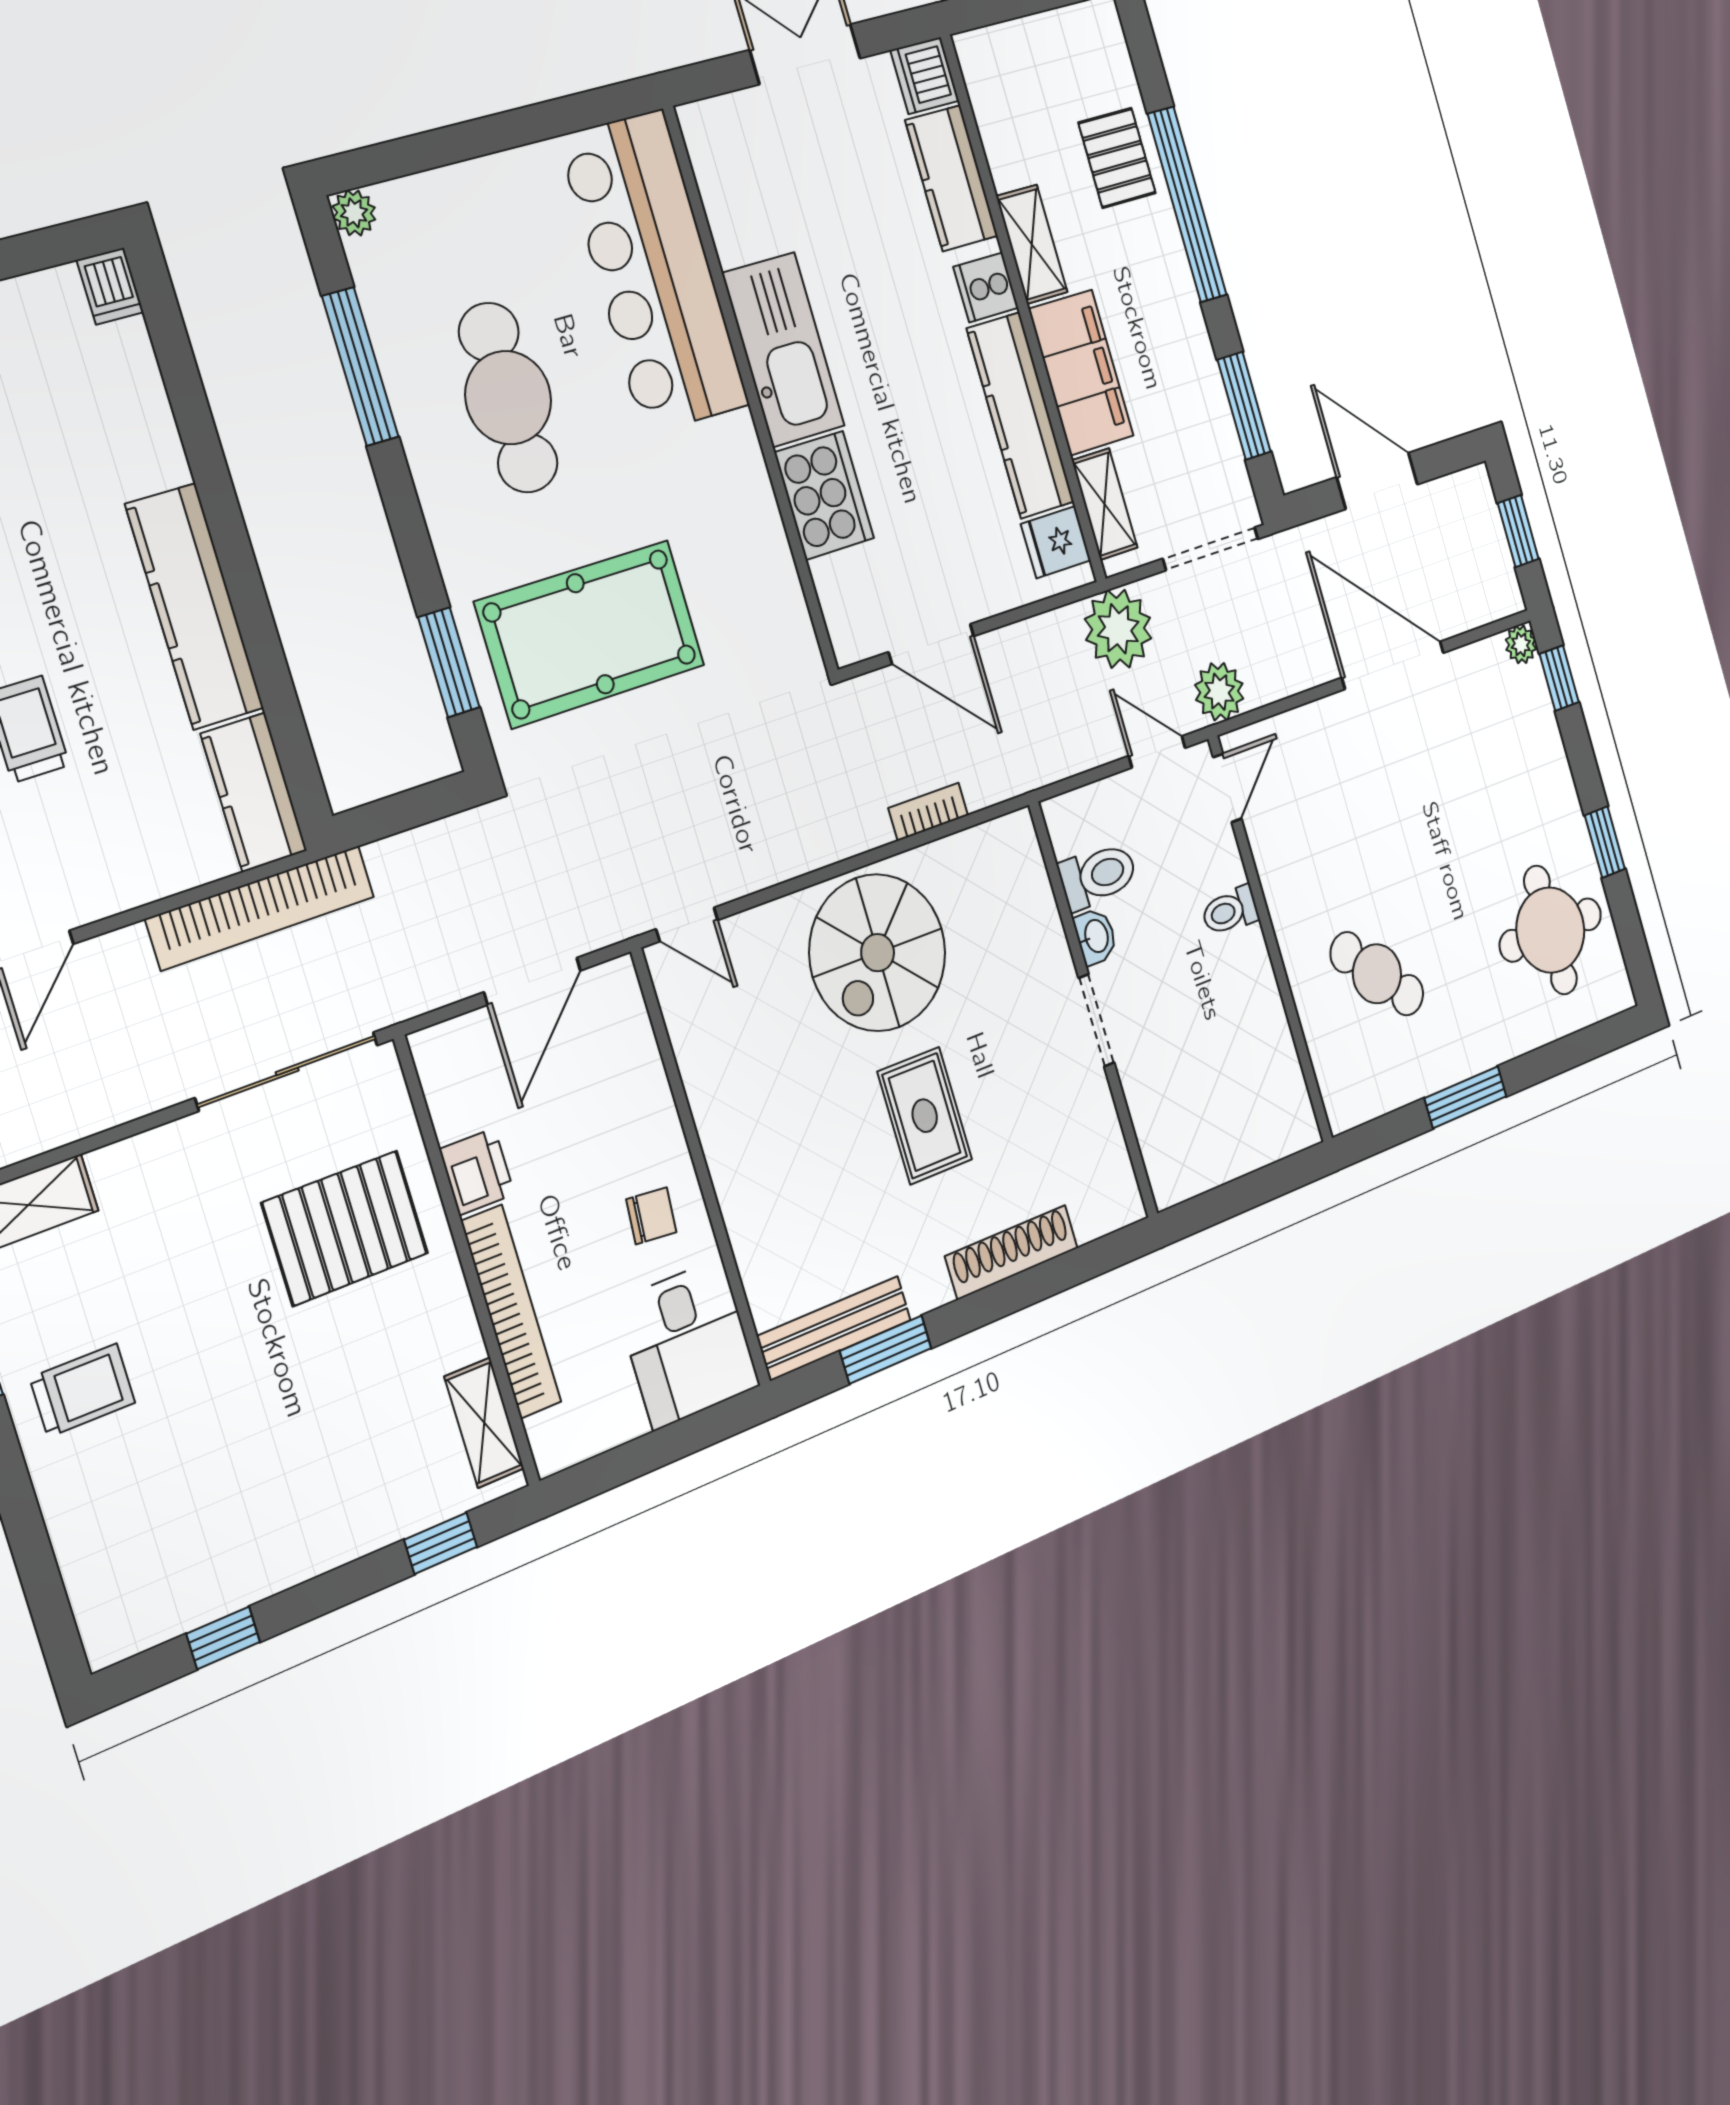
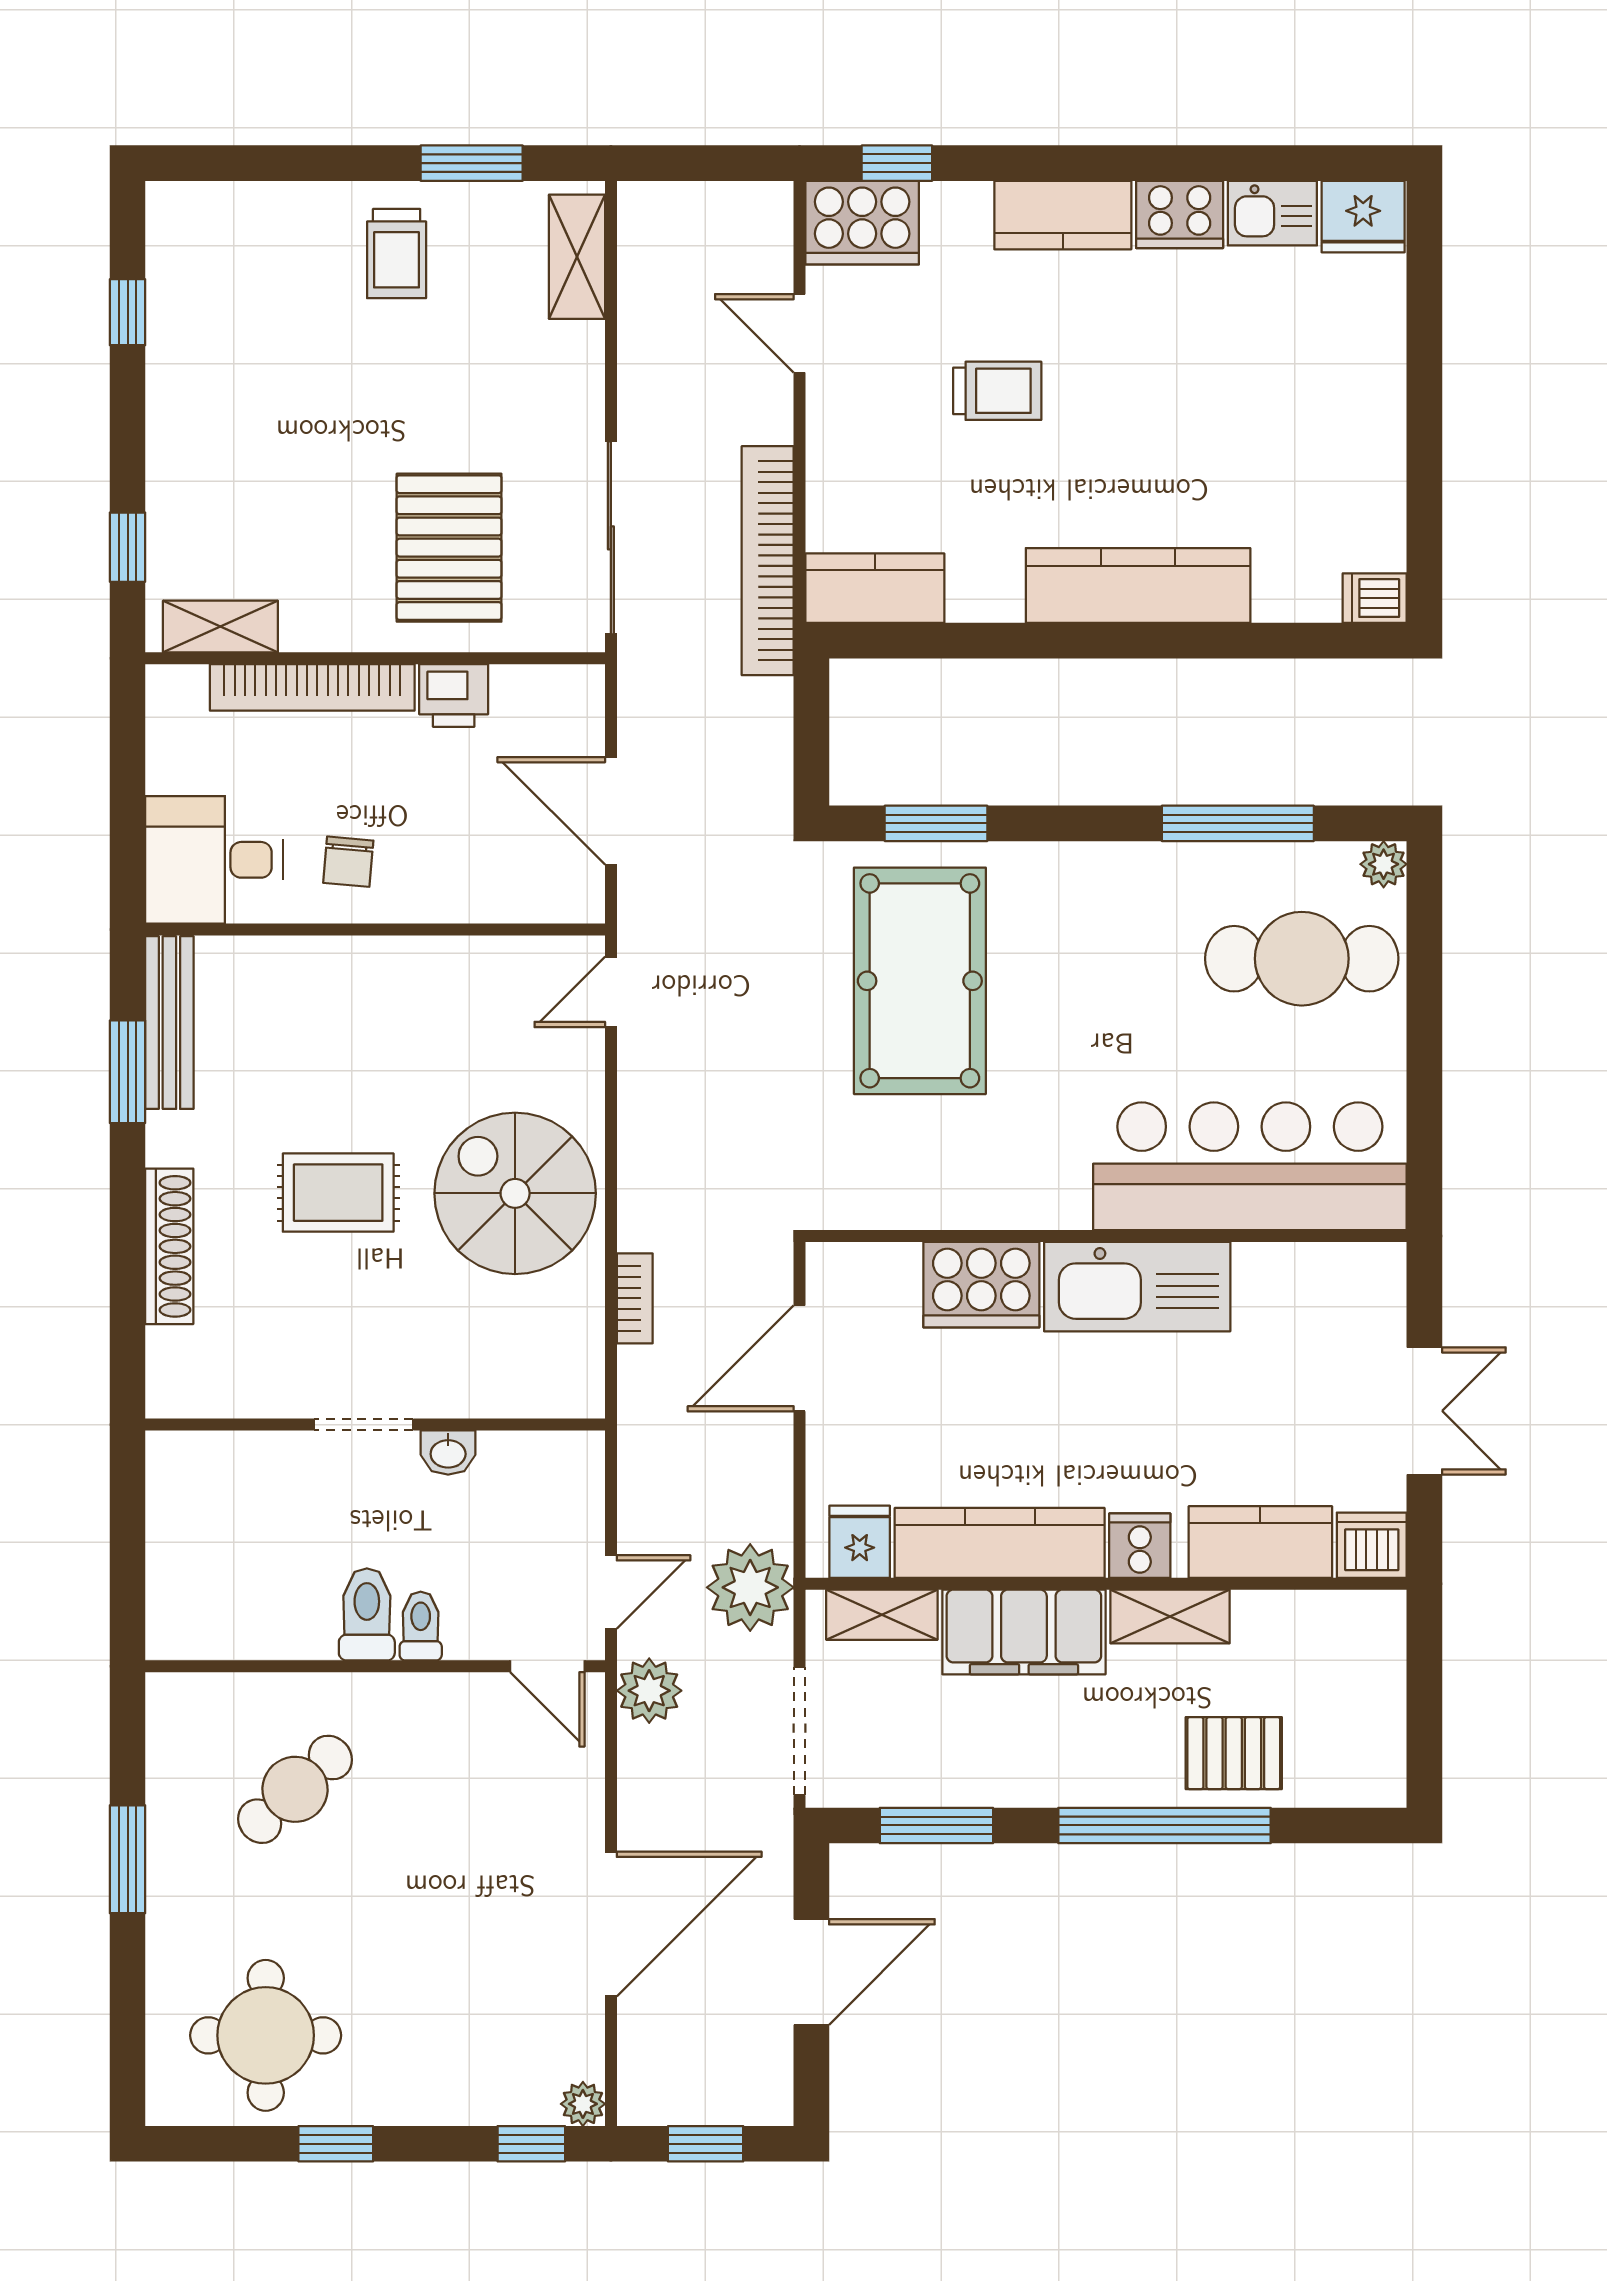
cafe table: (508, 398) -> (1302, 959), moved
kitchen counter: (195, 606) -> (1138, 586), moved
toilet: (1098, 876) -> (367, 1614), moved, turned 180

